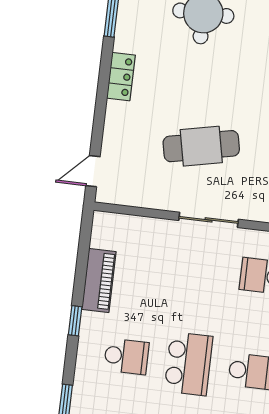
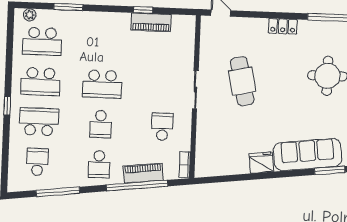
window: (75, 321) -> (143, 10), moved
school desk: (126, 356) -> (104, 44), removed

